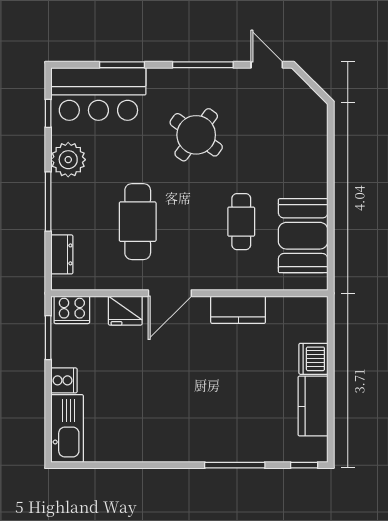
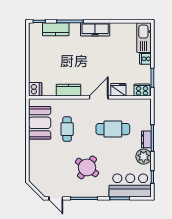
cafe table: (138, 222) -> (113, 129), turned 90
dresser: (62, 254) -> (146, 139), moved
dishwasher: (313, 359) -> (35, 89), moved
kitchen counter: (313, 406) -> (56, 29), moved, turned 90
freezer: (178, 447) -> (95, 29), added

